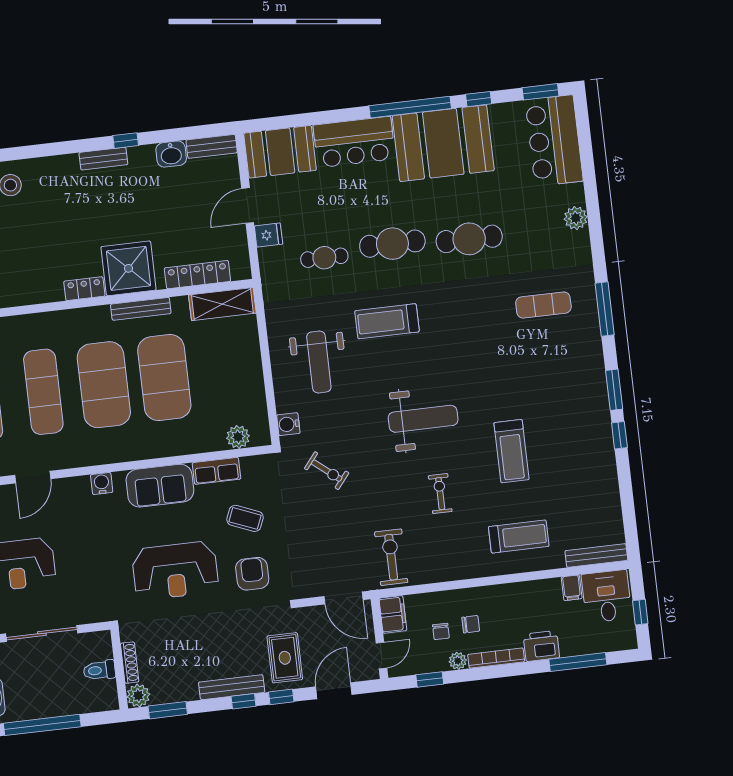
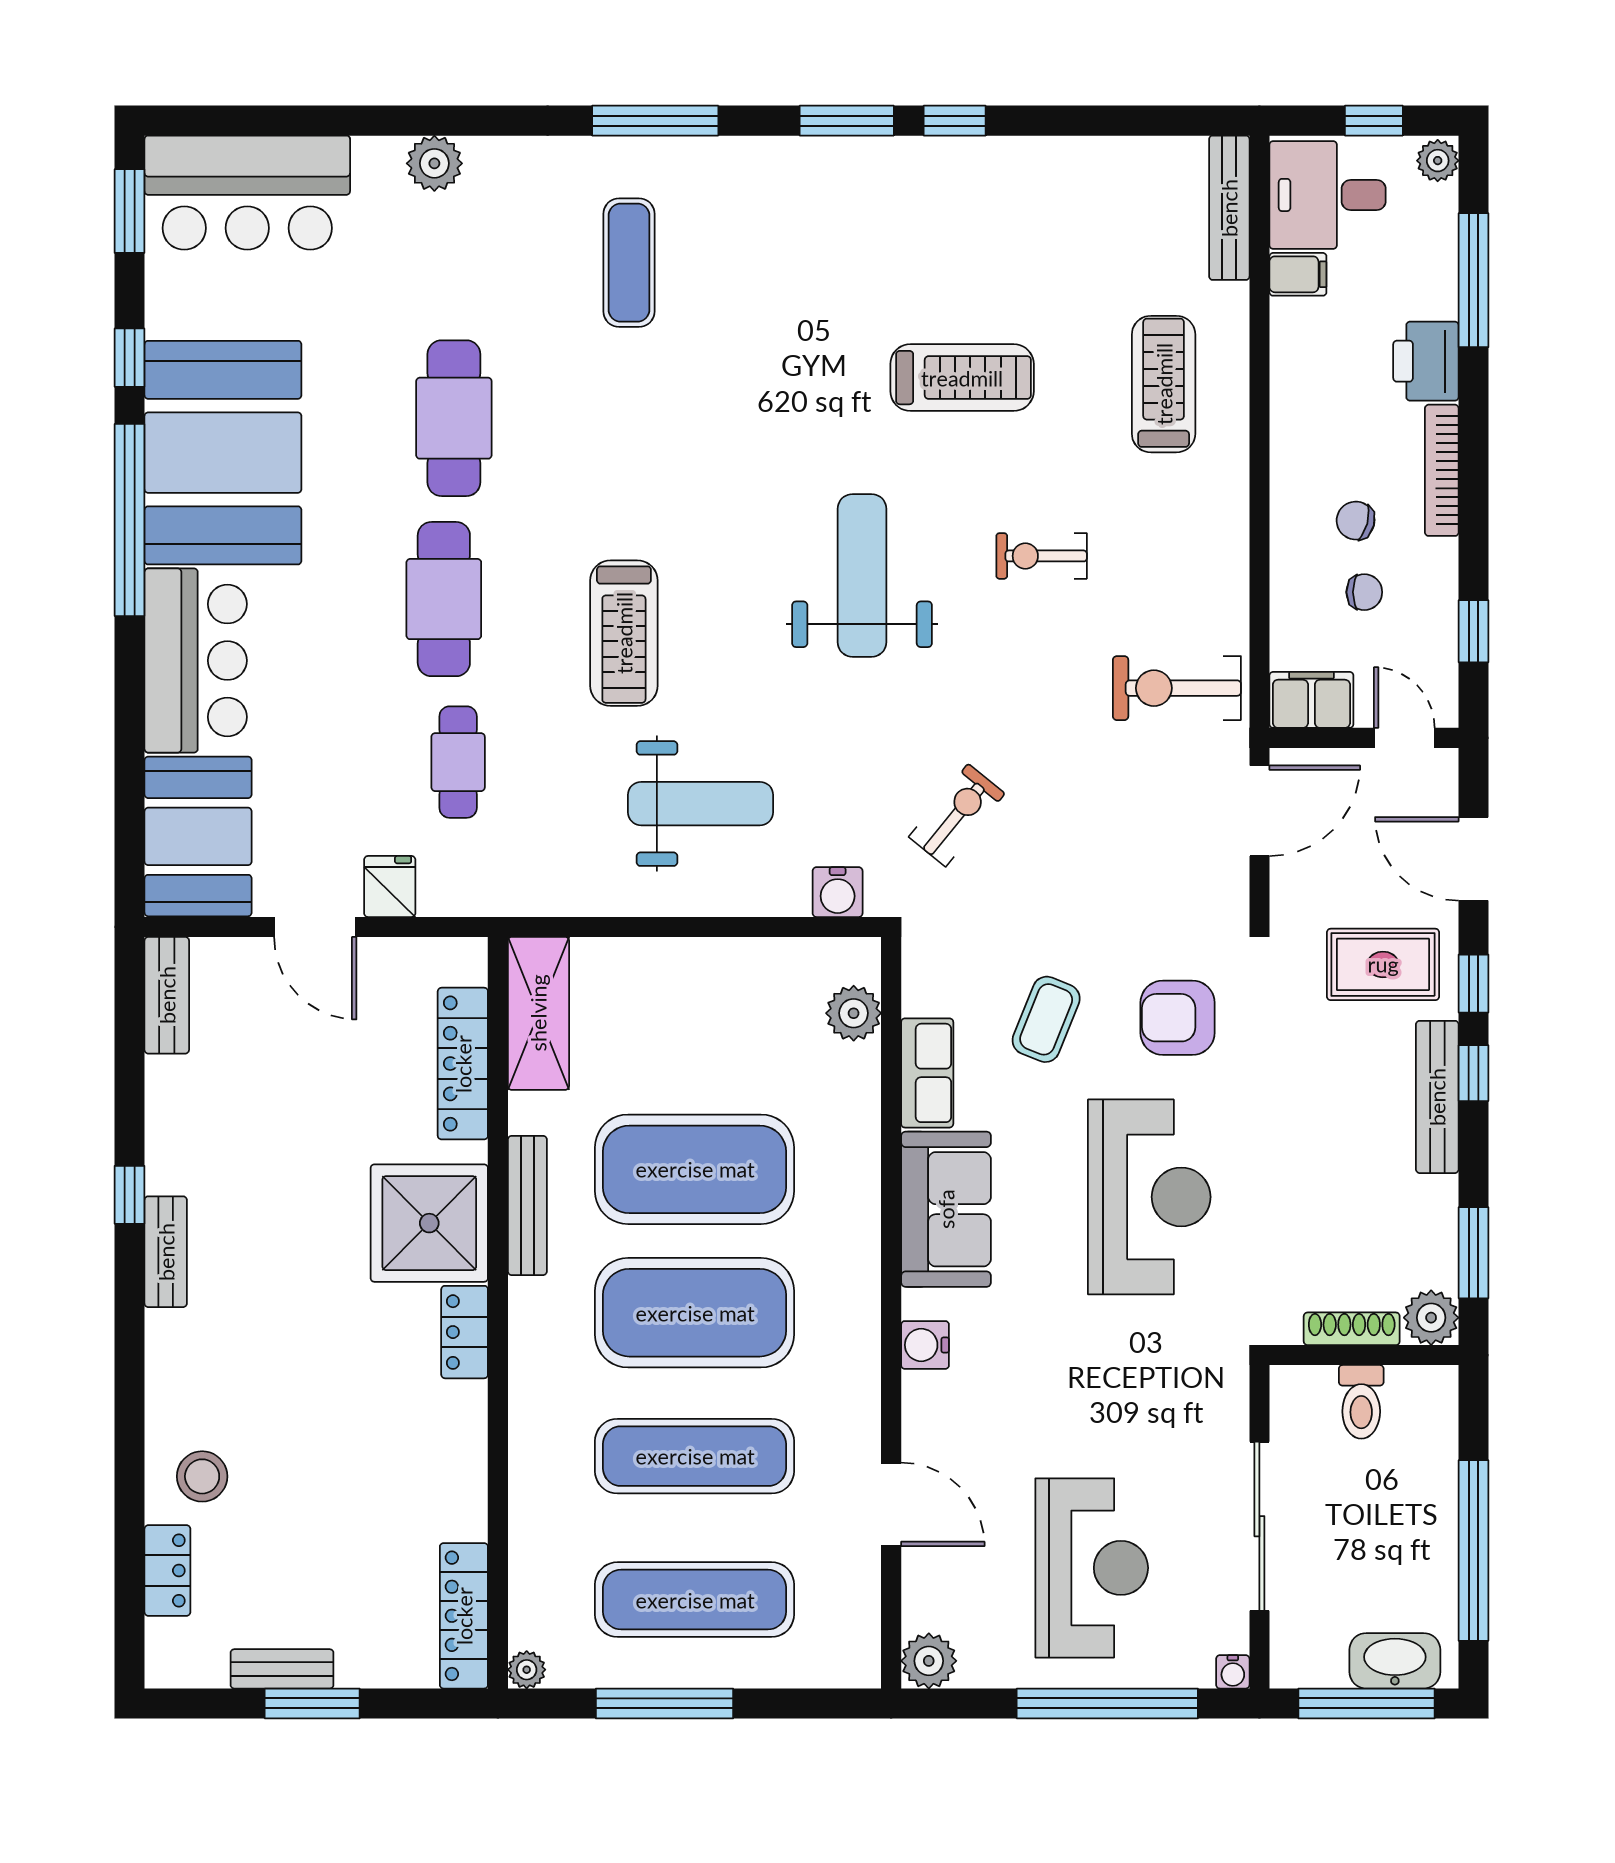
washbasin: (171, 154) -> (174, 1092), removed
chair: (471, 624) -> (1356, 521), turned -75
plant: (458, 661) -> (1438, 161), moved

